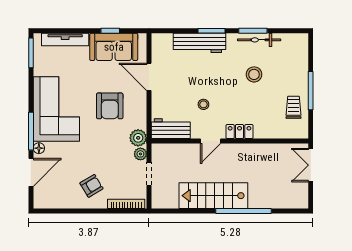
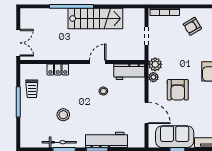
armchair: (110, 106) -> (178, 90), turned 180
locker: (240, 132) -> (58, 69), moved
plant: (140, 154) -> (153, 77), moved

